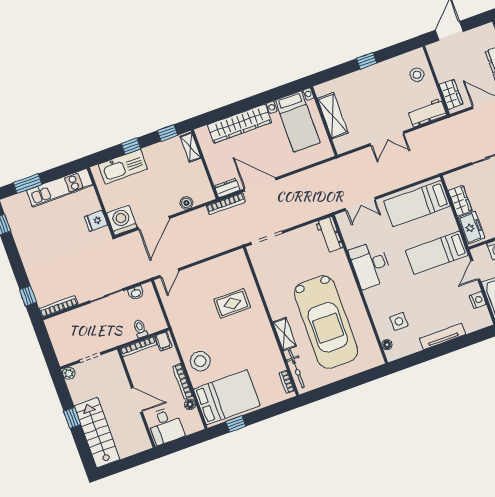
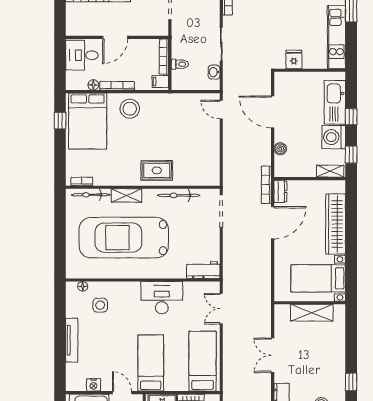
window: (367, 61) -> (351, 382), moved
washing machine: (122, 220) -> (334, 137), moved, turned 180
bicycle: (266, 284) -> (179, 195), added
rug: (232, 303) -> (157, 170), moved, turned 90

